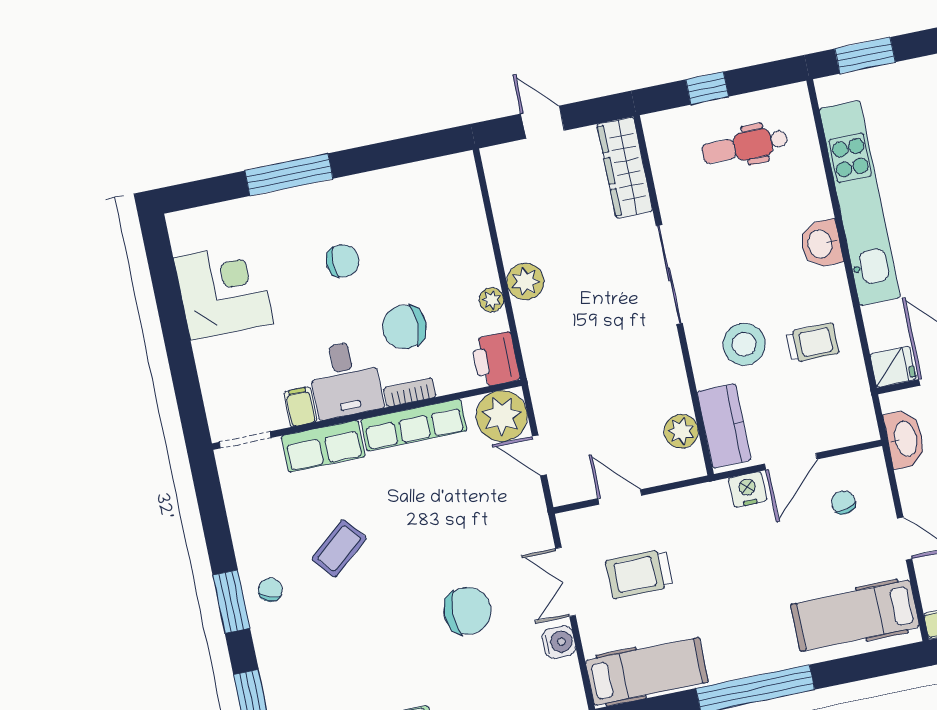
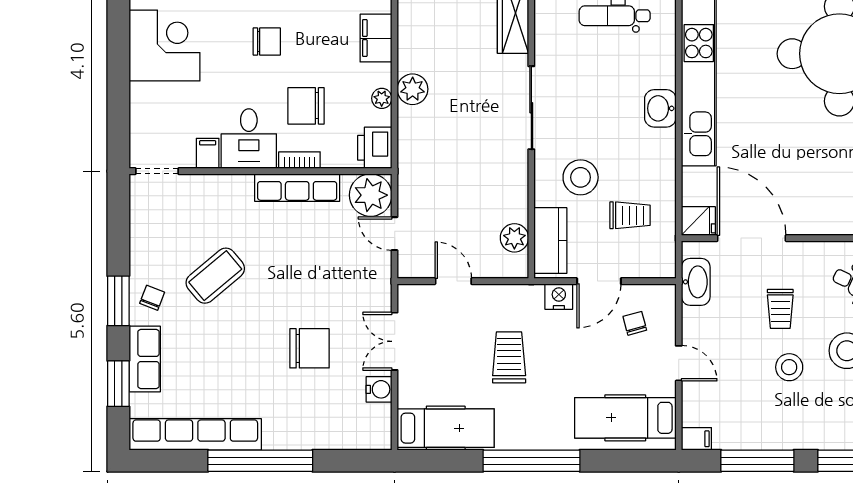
filing cabinet: (470, 230) -> (376, 38), added
trolley: (812, 343) -> (630, 215), moved
row of seats: (323, 446) -> (145, 359), moved, turned -90
coffee table: (339, 548) -> (215, 276), width x1.36, depth x1.30
trolley: (639, 574) -> (509, 357), moved, turned 90

